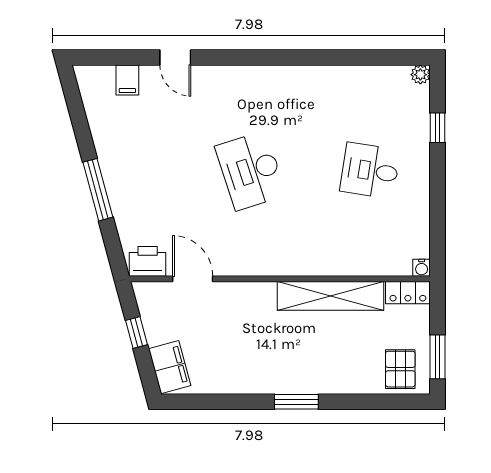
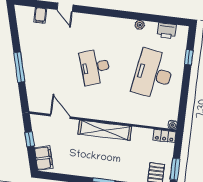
plant: (420, 75) -> (140, 25), moved
desk: (370, 171) -> (153, 74), width x1.87, depth x1.30
printer: (148, 261) -> (167, 31), moved, turned 180
shelving: (331, 296) -> (105, 130), moved

